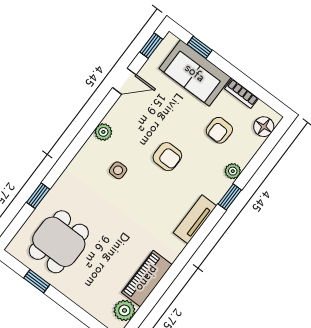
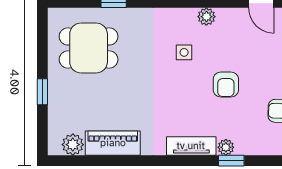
plant: (233, 171) -> (226, 147), moved
window: (37, 281) -> (42, 92), moved

